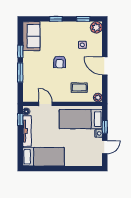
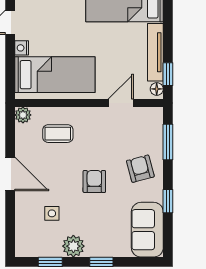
plant: (96, 27) -> (73, 246), moved
armchair: (35, 69) -> (140, 169), added
window: (20, 72) -> (168, 142), moved
door: (45, 104) -> (121, 103), swing flipped
window: (105, 127) -> (10, 60), removed

